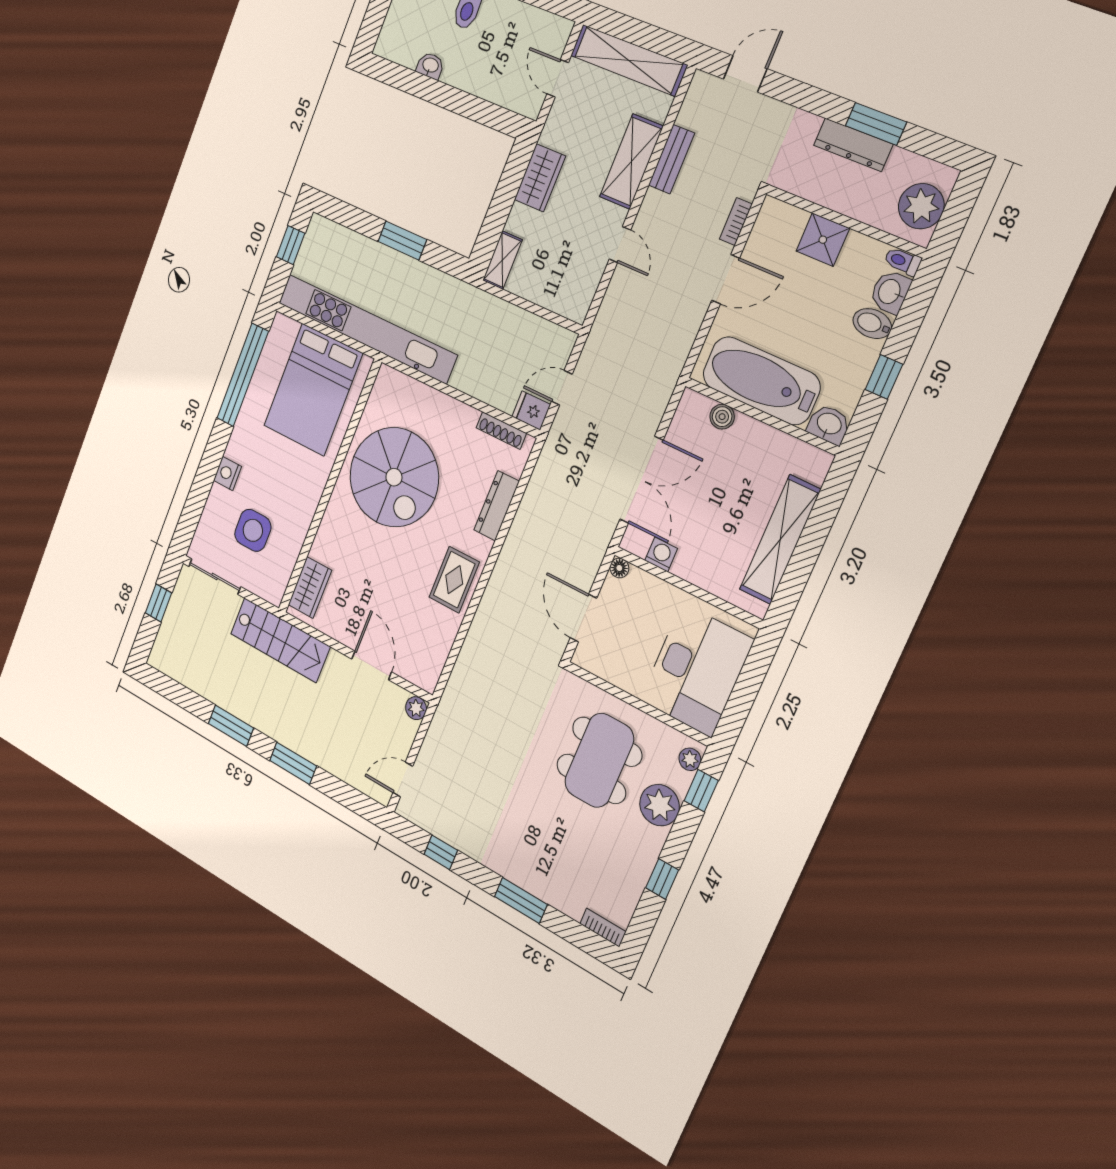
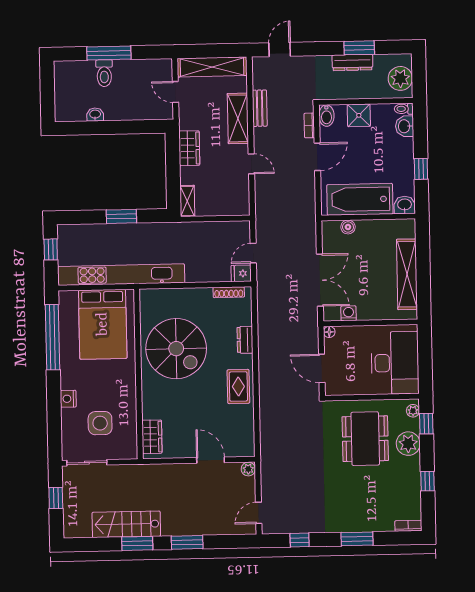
bidet: (872, 324) -> (326, 116), moved, turned -90
dresser: (497, 506) -> (245, 340), width x0.70
stairs: (280, 640) -> (126, 524), moved, turned 180

